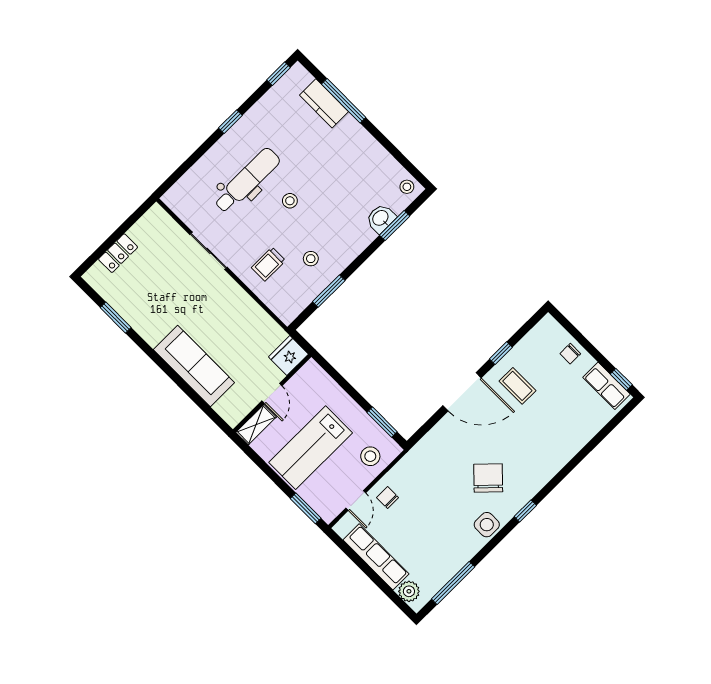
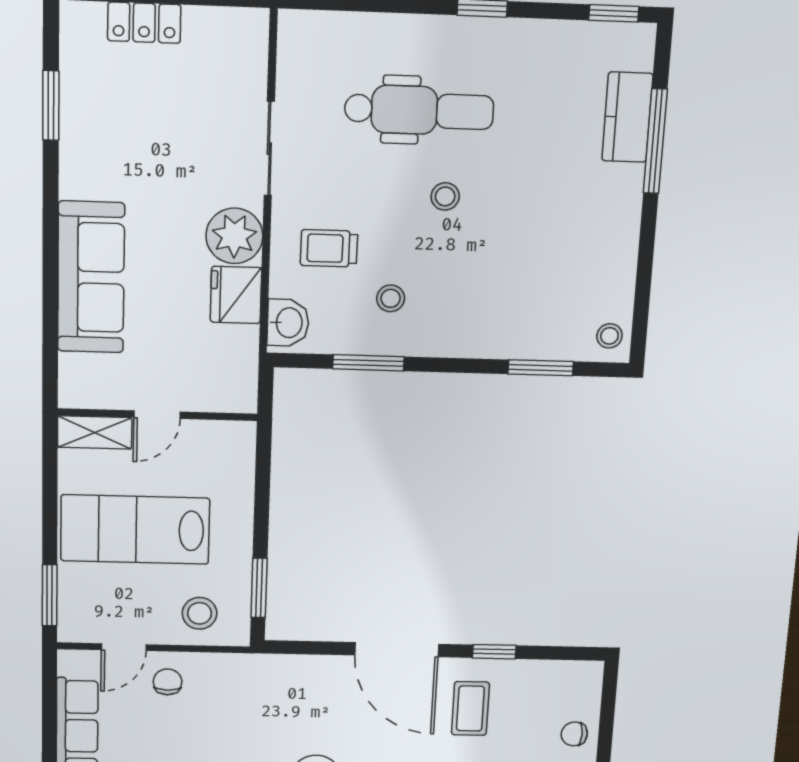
washbasin: (381, 218) -> (288, 323), moved, turned 90
plant: (230, 296) -> (234, 236), added
fridge: (288, 356) -> (236, 295), moved, turned -90

